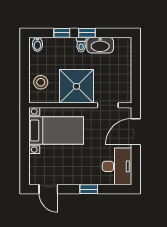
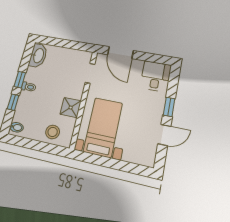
washbasin: (100, 45) -> (38, 56), moved
shower: (76, 86) -> (71, 108), width x0.54, depth x0.54
desk: (117, 166) -> (156, 76), width x0.73
door: (48, 189) -> (164, 135), moved

